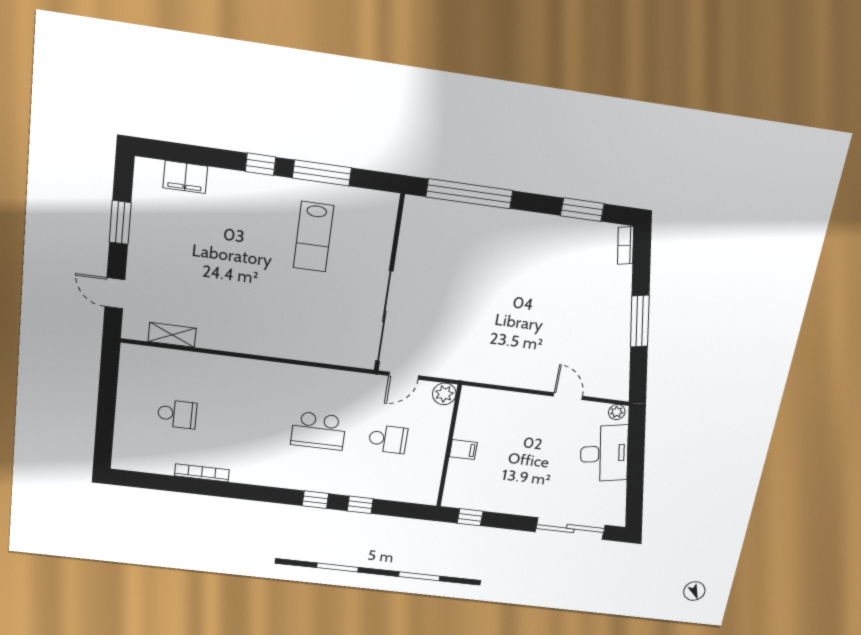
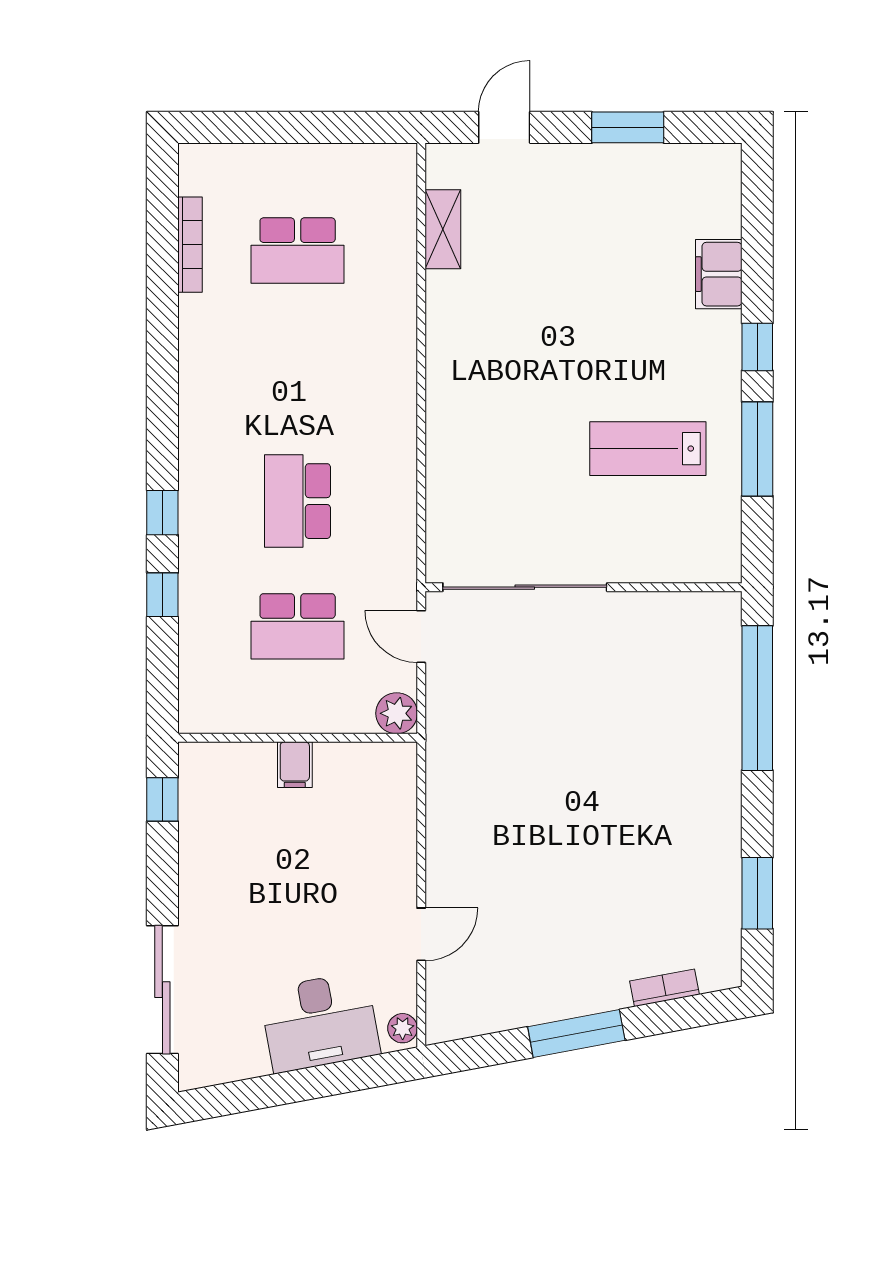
filing cabinet: (185, 177) -> (719, 274), moved
bookcase: (626, 246) -> (665, 988), moved
school desk: (177, 414) -> (298, 250), width x1.85
school desk: (388, 439) -> (298, 626), width x1.85
bookcase: (202, 473) -> (190, 245), moved

